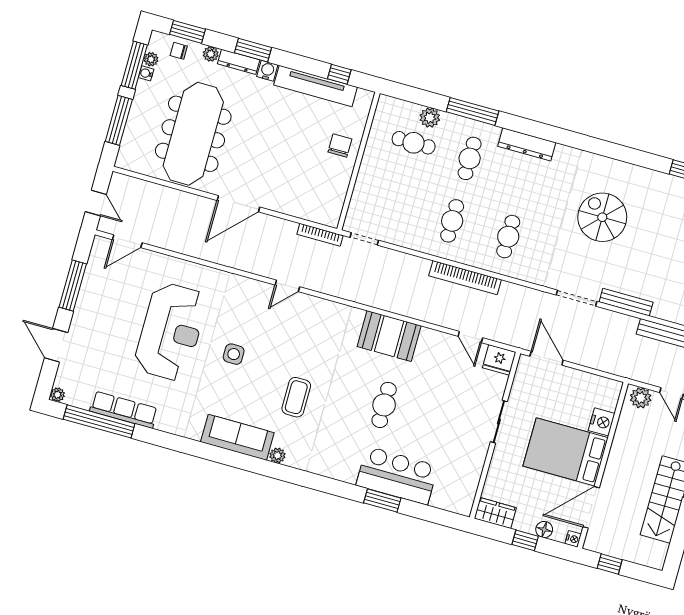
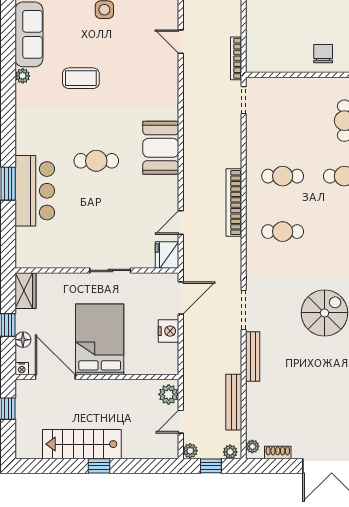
chair: (340, 146) -> (323, 54), turned -90
nightstand: (602, 422) -> (168, 331), moved, turned -90

